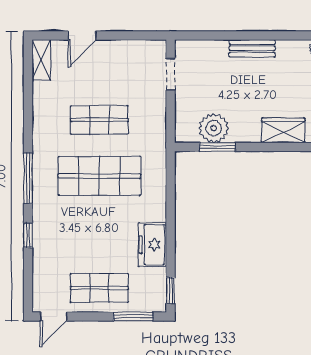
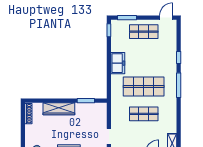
plant: (214, 128) -> (88, 110), removed
wardrobe: (283, 130) -> (59, 109), width x1.50
freezer: (152, 245) -> (118, 63), moved

